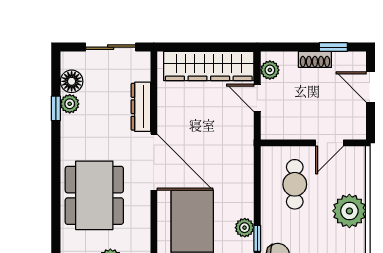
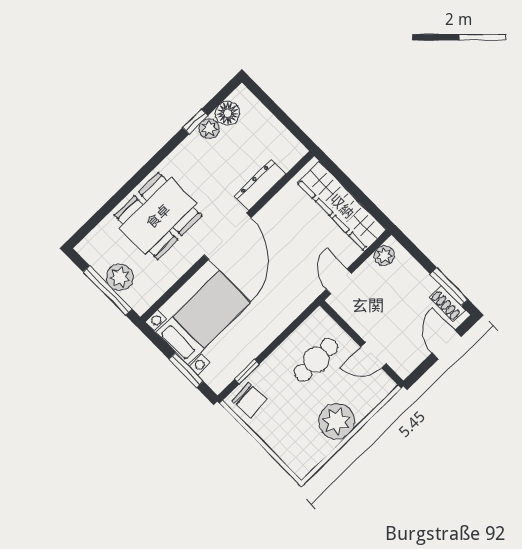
sliding door: (111, 47) -> (283, 117), removed
window: (333, 47) -> (449, 287), width x1.50
shoe rack: (315, 59) -> (447, 304), moved
door: (257, 98) -> (339, 281), moved
plant: (245, 228) -> (246, 354), removed

